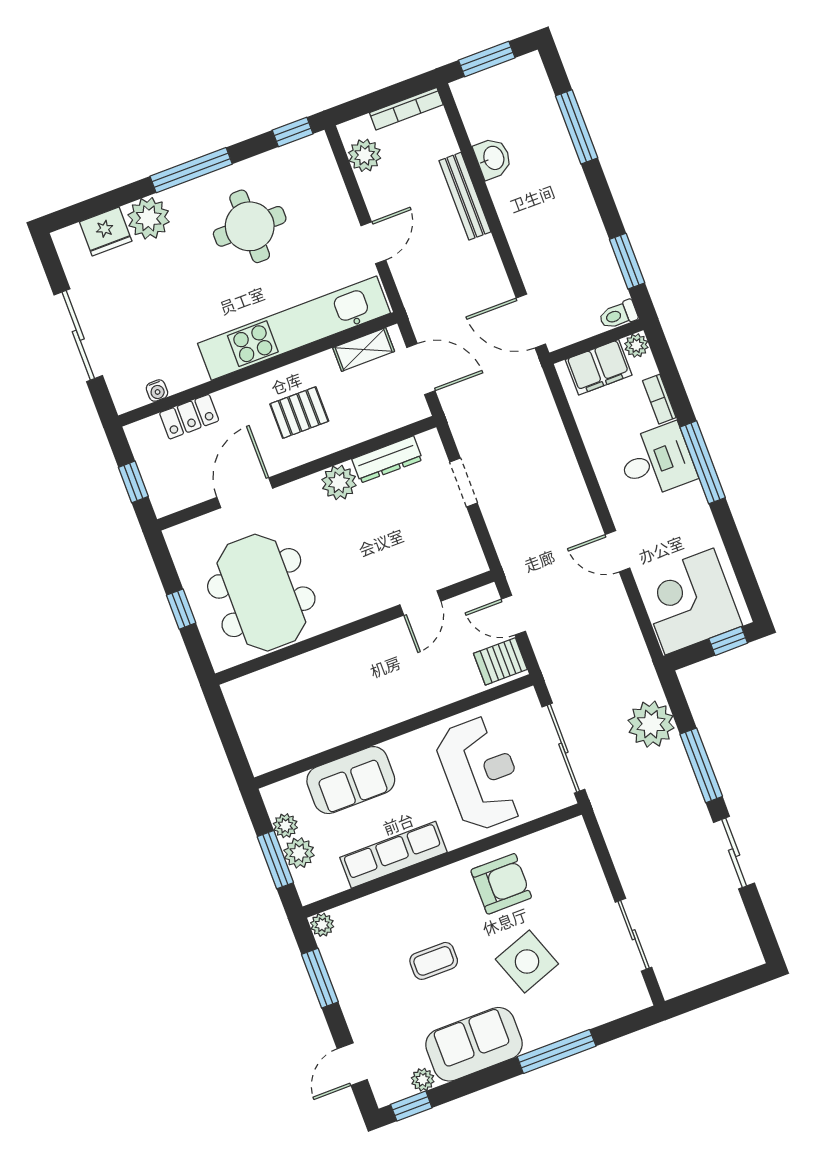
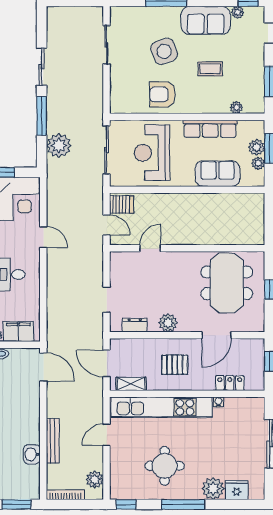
water cooler: (157, 391) -> (218, 402), moved
dresser: (387, 459) -> (135, 325), width x0.70
plant: (322, 925) -> (236, 107), moved

